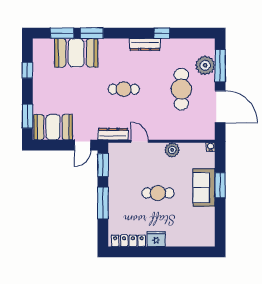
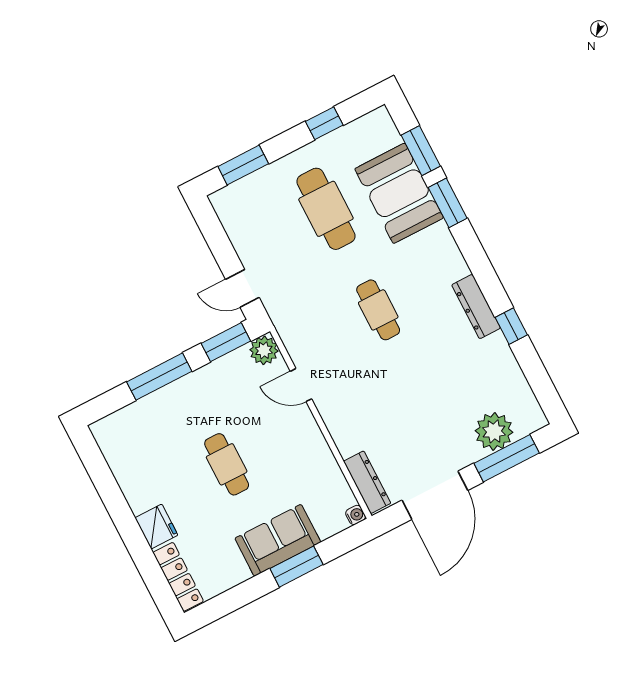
cafe table: (181, 89) -> (326, 209), moved, turned 90
booth: (53, 127) -> (247, 220), removed
dresser: (113, 134) -> (367, 482), moved
door: (140, 141) -> (301, 385), swing flipped
plant: (172, 150) -> (264, 350), moved
fridge: (156, 239) -> (156, 527), moved
locker: (128, 241) -> (178, 577), moved

